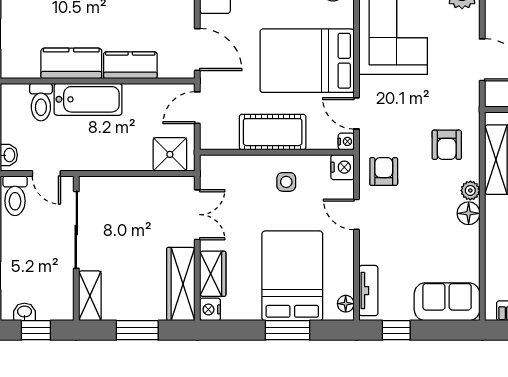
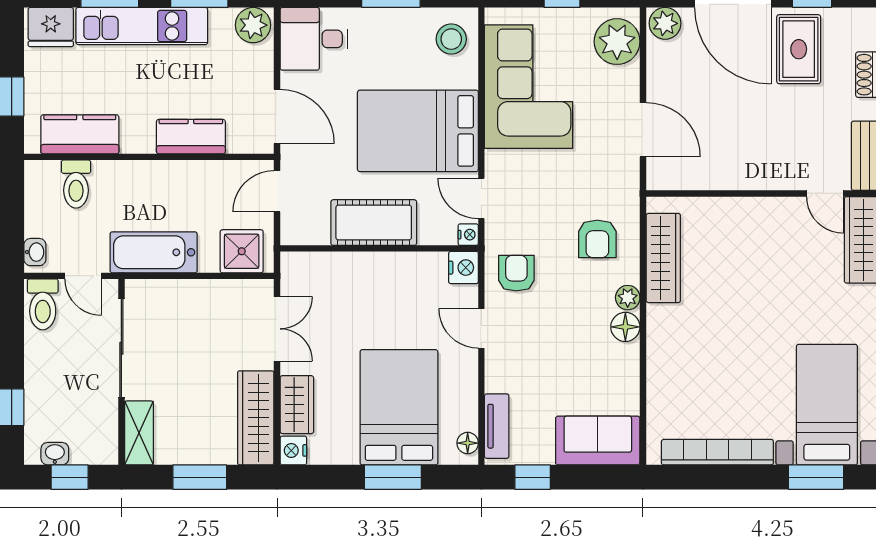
kitchen counter: (71, 63) -> (80, 134), moved
bathtub: (88, 99) -> (154, 252), moved, turned 180
side table: (286, 182) -> (391, 287), removed

